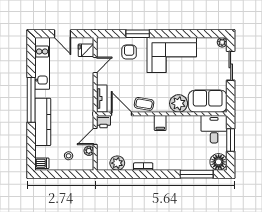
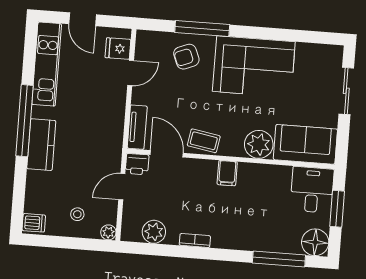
window: (138, 34) -> (202, 29), width x1.44
plant: (222, 42) -> (336, 52), removed
armchair: (129, 52) -> (186, 57), turned -112
kitchen counter: (43, 122) -> (41, 145), width x0.67
plant: (89, 151) -> (108, 232), moved

